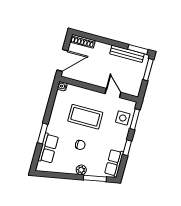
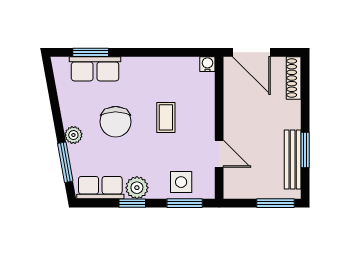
window: (138, 49) -> (305, 150), moved
door: (113, 93) -> (219, 154), hinge flipped
coffee table: (85, 117) -> (166, 117), width x0.54, depth x0.58
window: (43, 133) -> (91, 52), moved
plant: (119, 143) -> (137, 188), added
chair: (80, 145) -> (116, 122), width x1.87, depth x1.87

